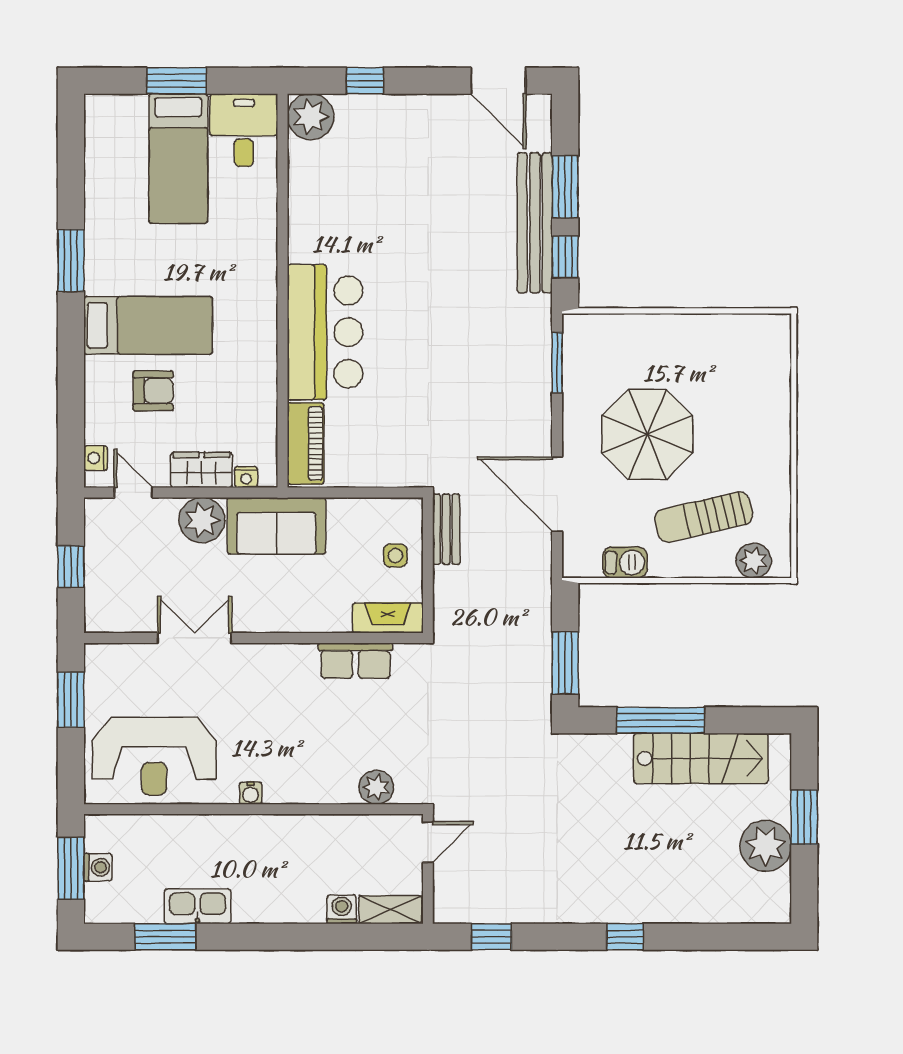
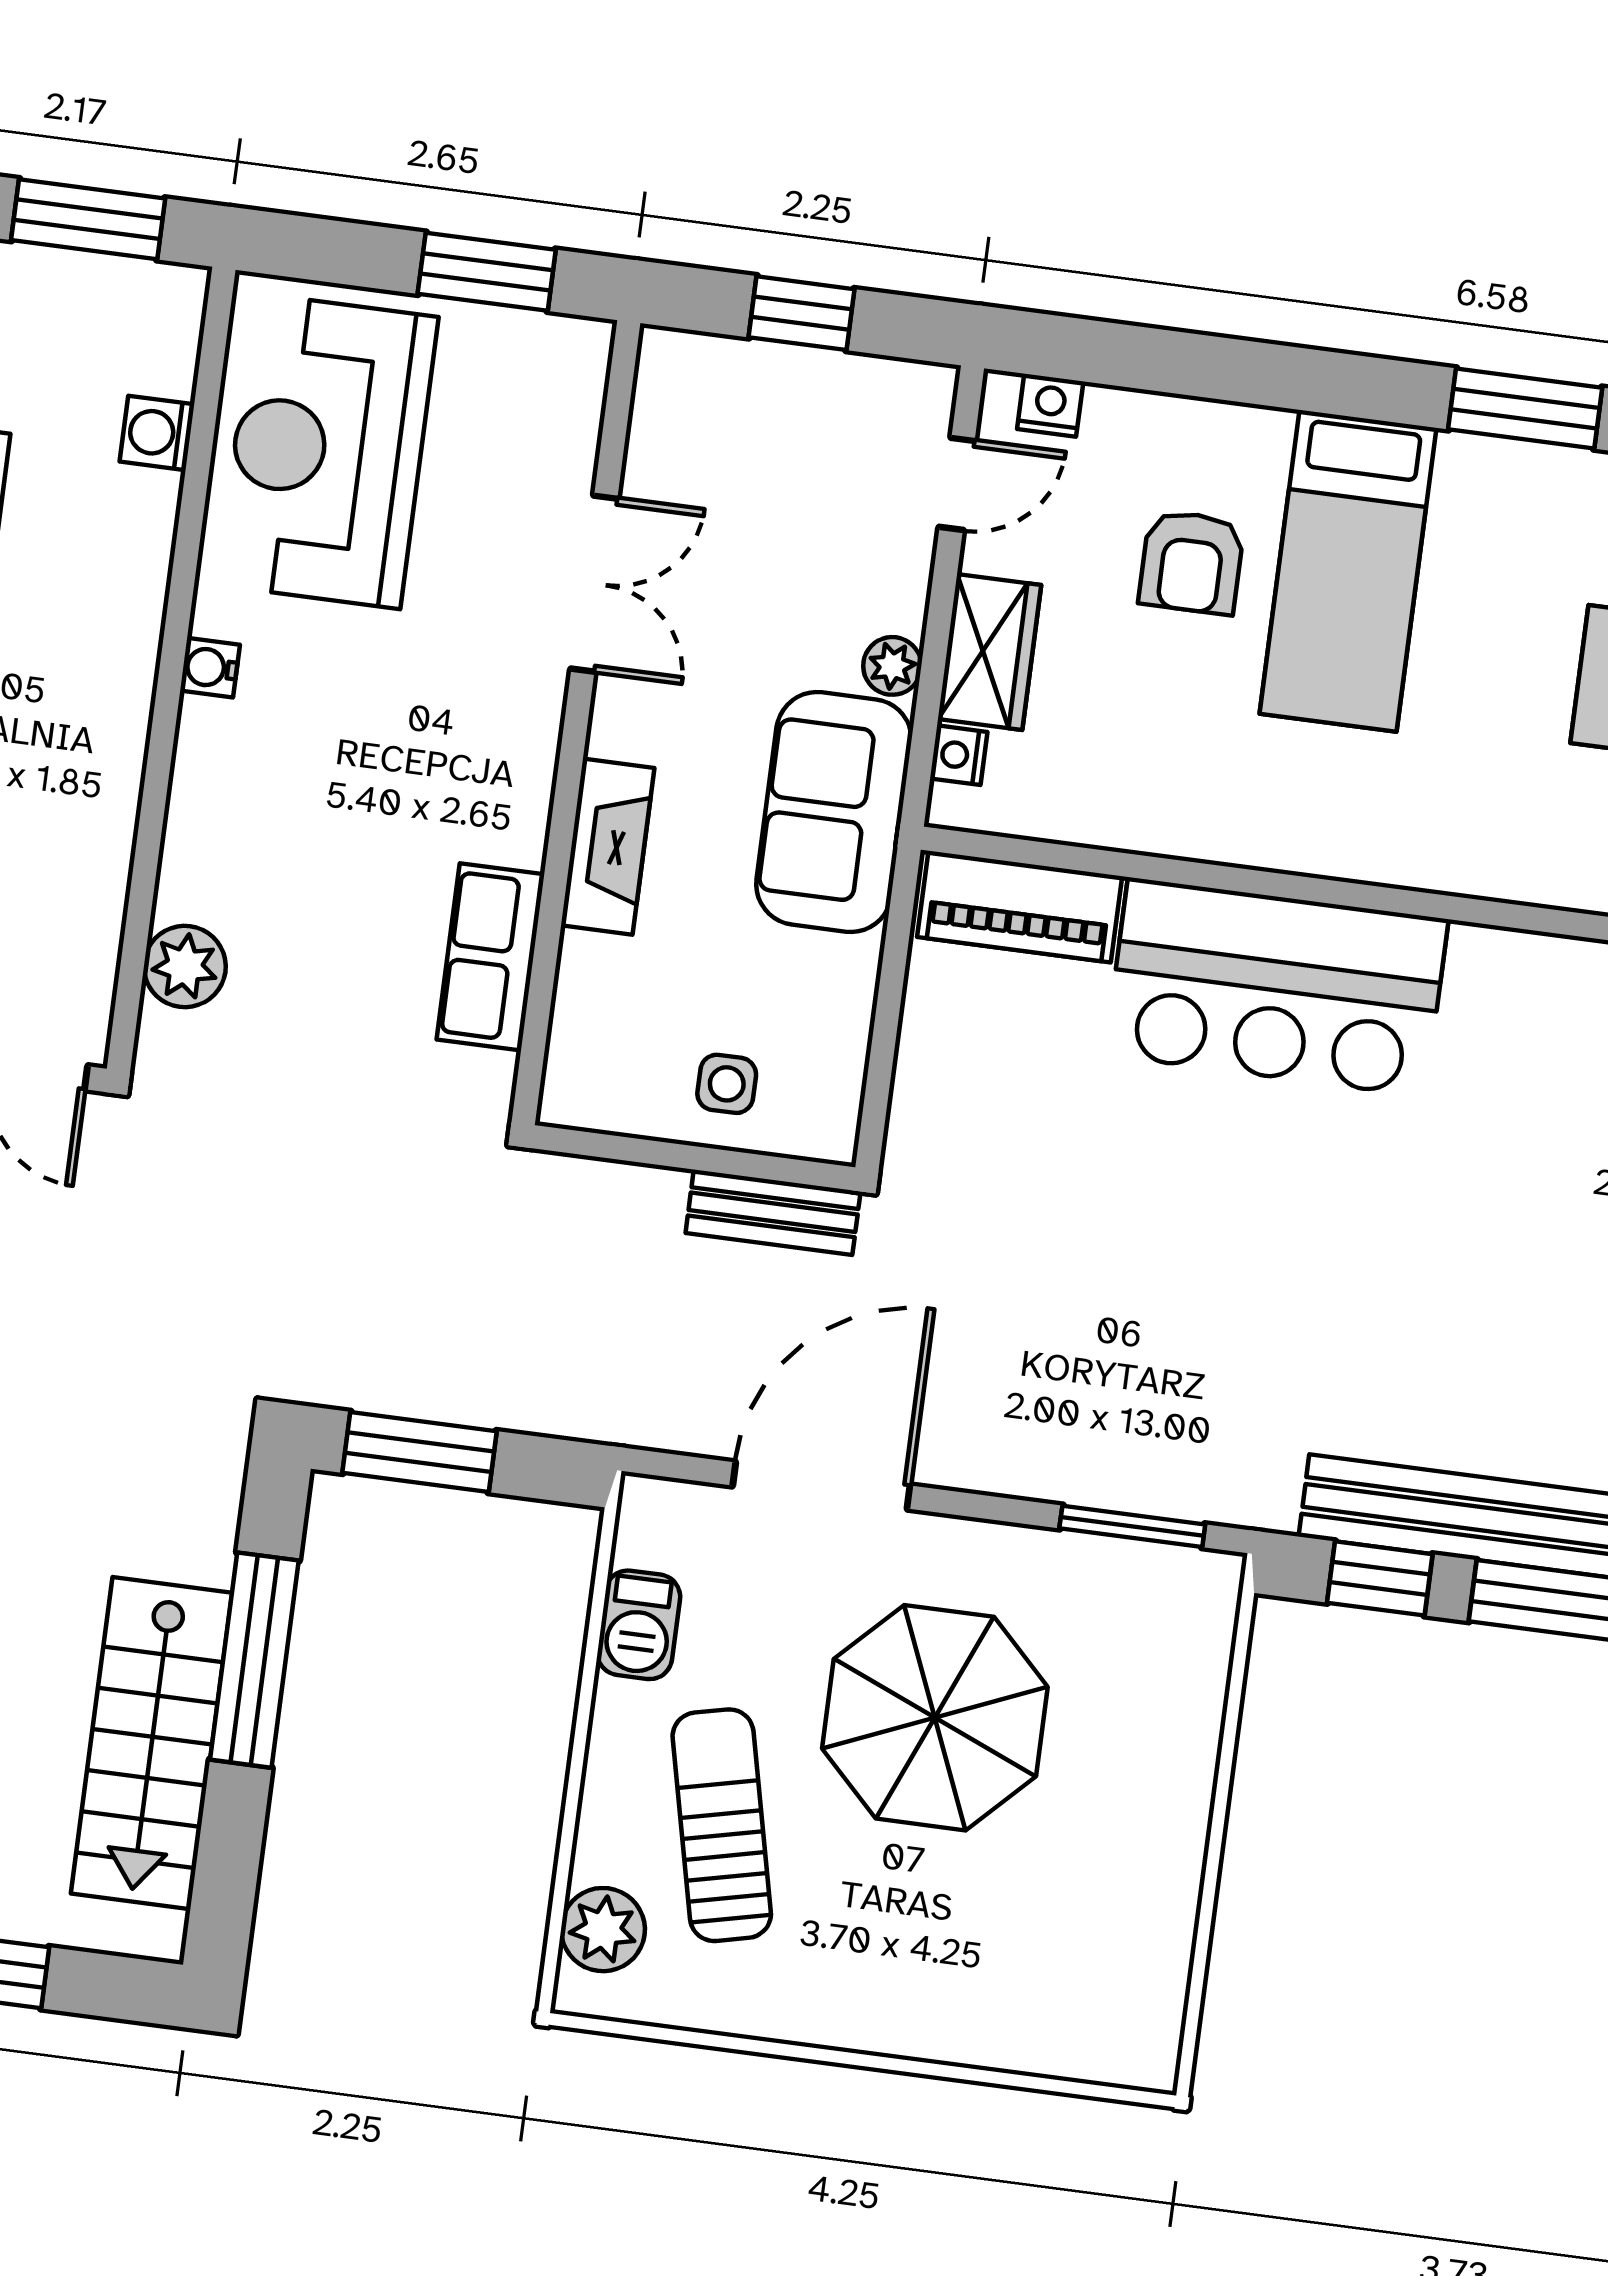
plant: (202, 520) -> (892, 666), width x0.53, depth x0.53
fireplace: (388, 618) -> (608, 847), moved
washing machine: (98, 867) -> (157, 433), moved, turned 90

